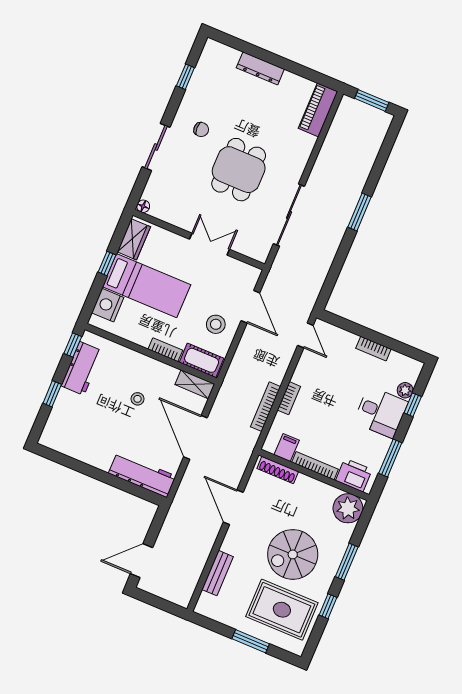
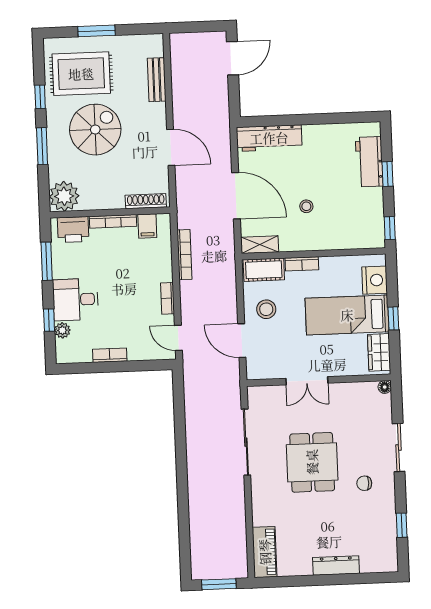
window: (359, 212) -> (182, 476), removed
workbench: (82, 368) -> (369, 162), moved
bookcase: (289, 398) -> (168, 298), moved

